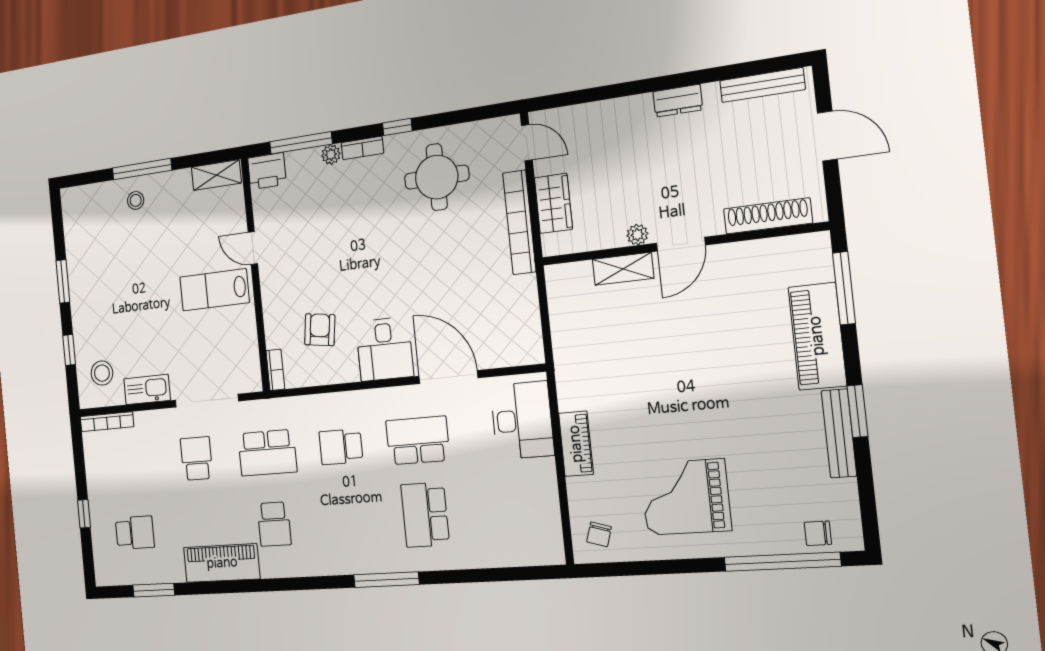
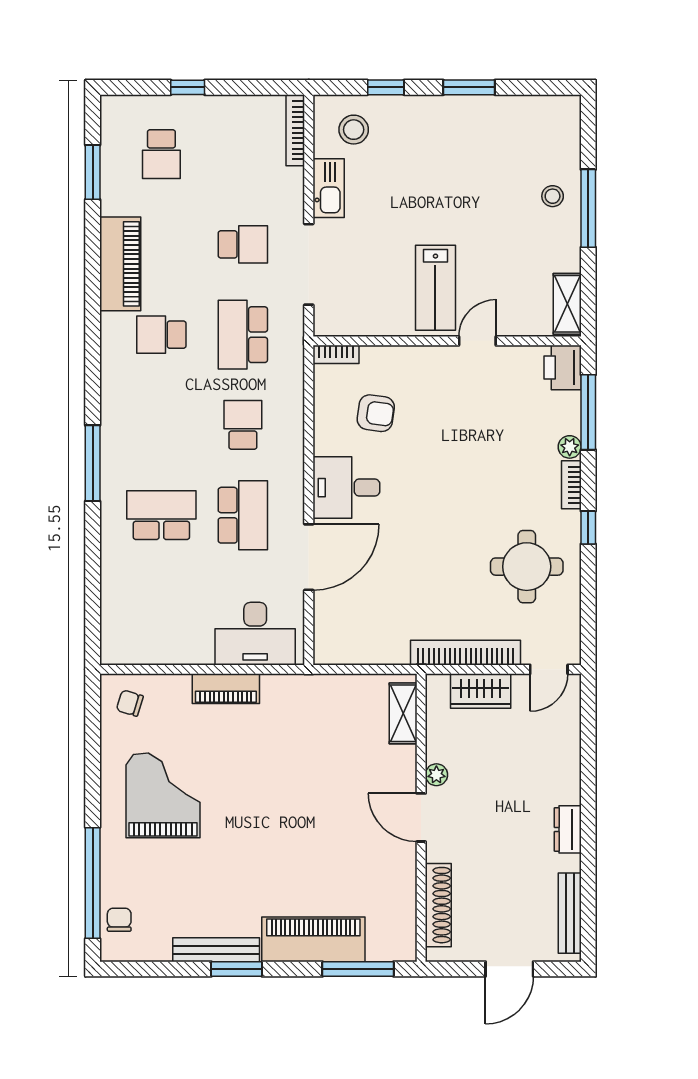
shelving: (623, 269) -> (403, 713), moved
lab bench: (214, 290) -> (435, 288), turned 180

